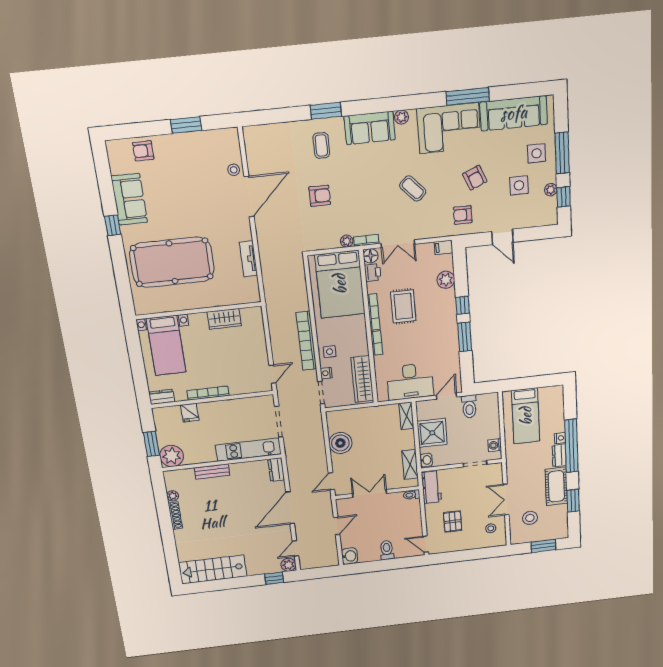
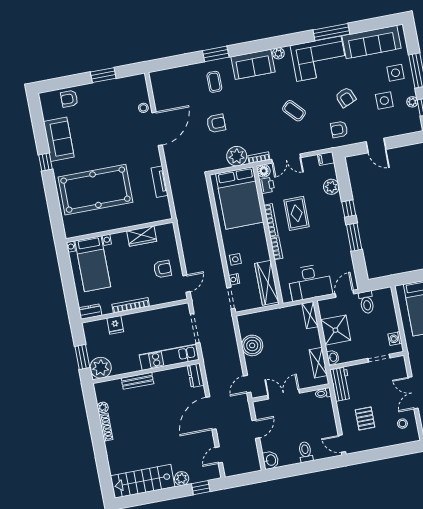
plant: (347, 241) -> (237, 156), width x1.88, depth x1.88
bookcase: (306, 341) -> (214, 251), removed
armchair: (246, 357) -> (162, 269), added
plant: (288, 565) -> (182, 479), moved

